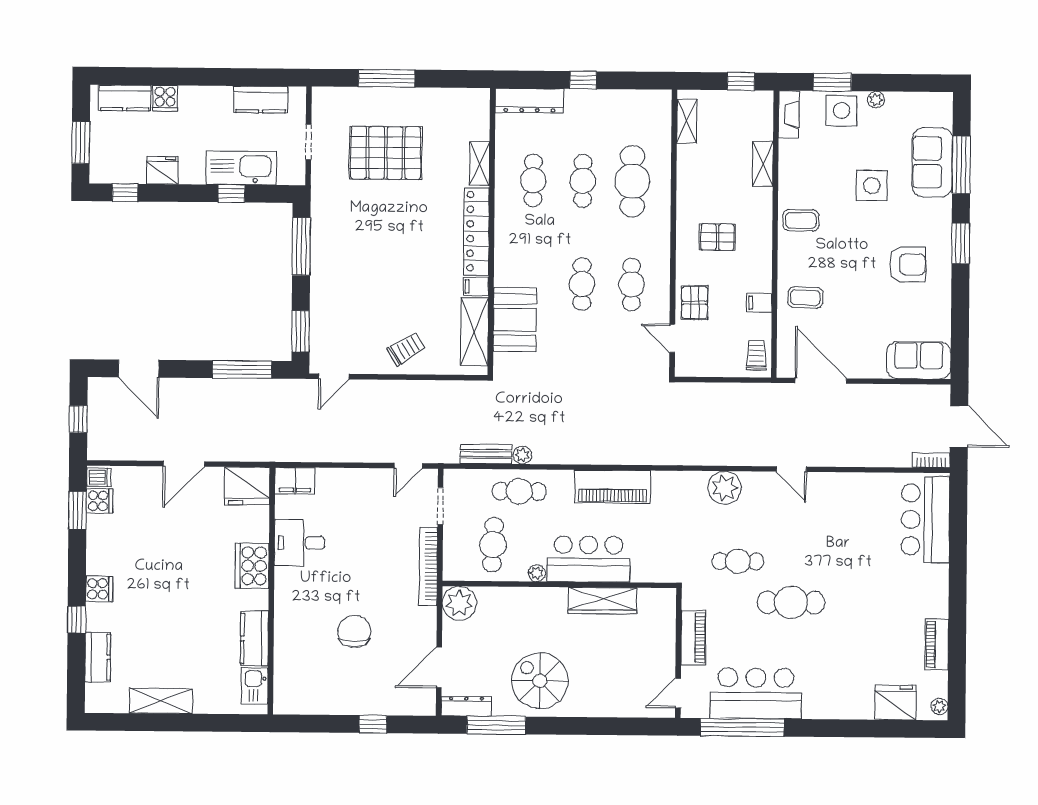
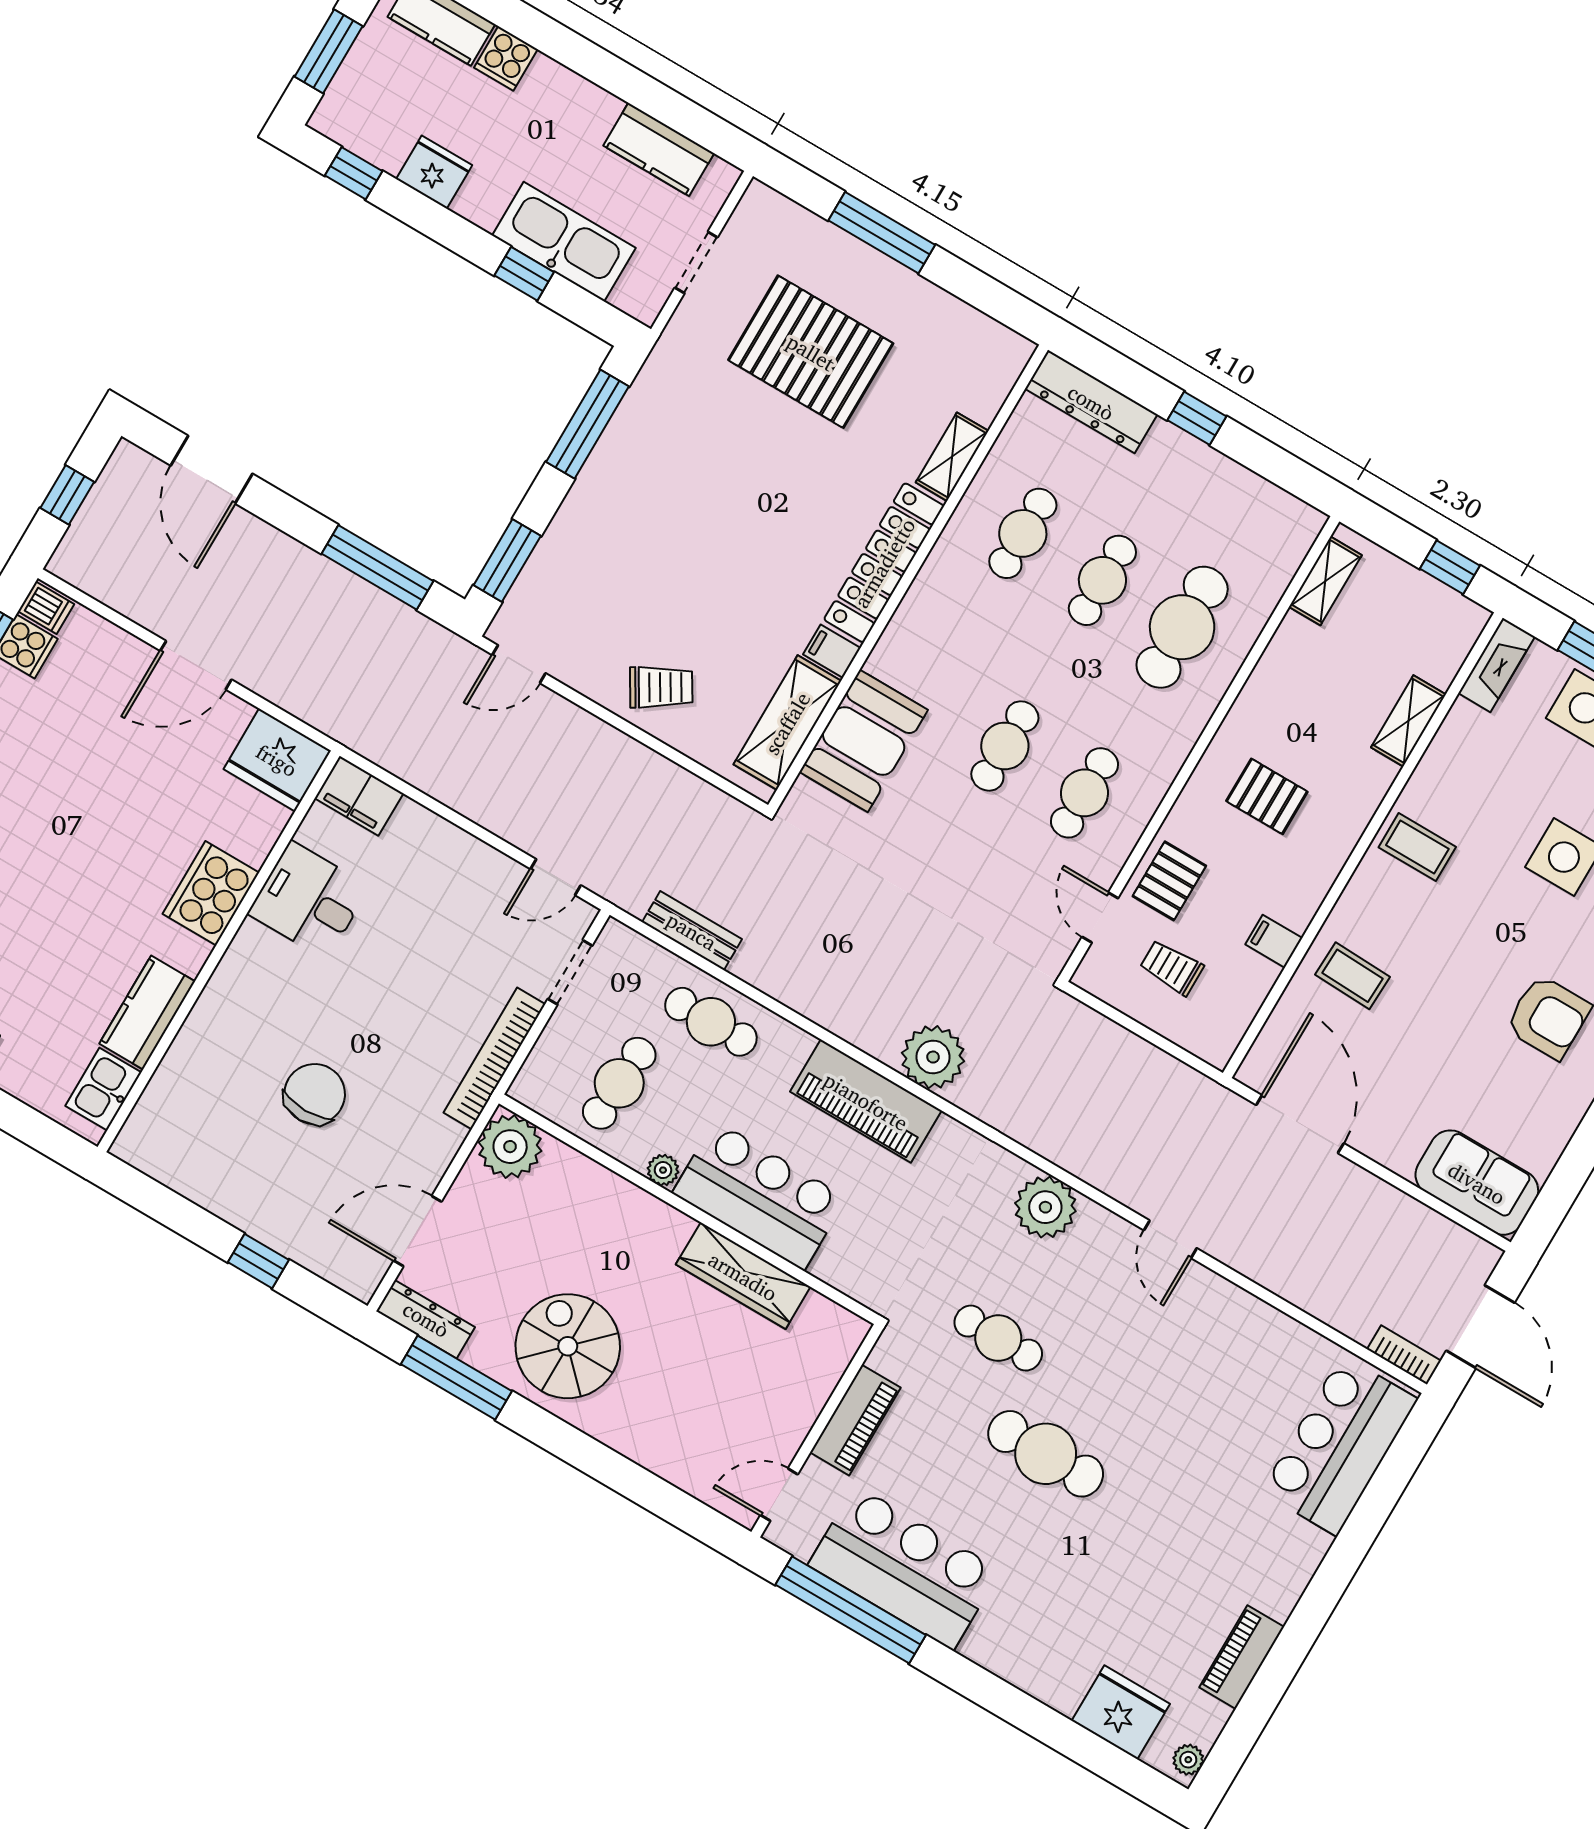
trolley: (756, 355) -> (1172, 967), moved, turned -90
plant: (522, 455) -> (933, 1057), moved, width x1.88, depth x1.88

